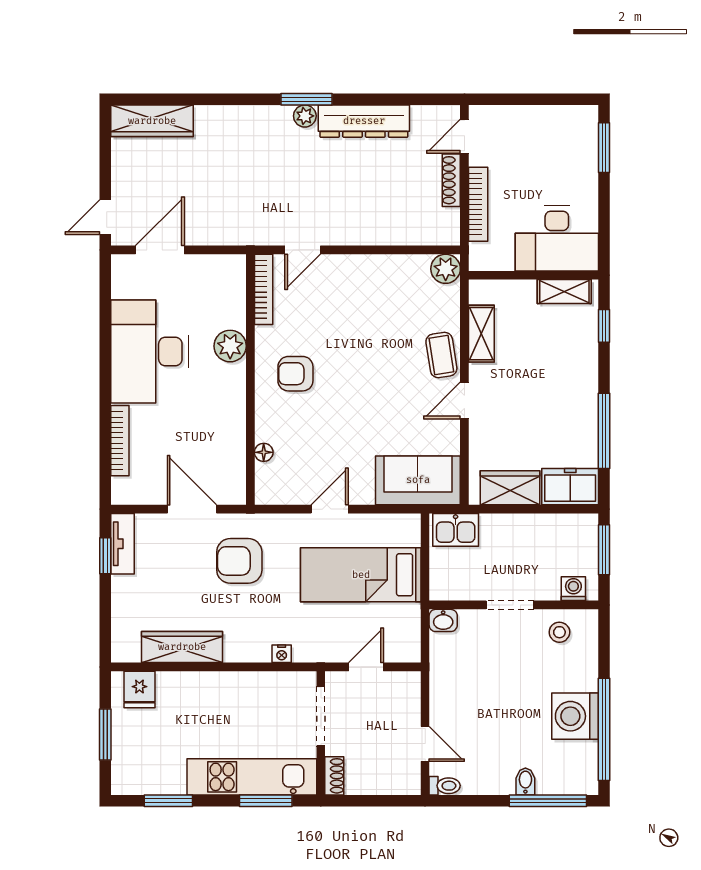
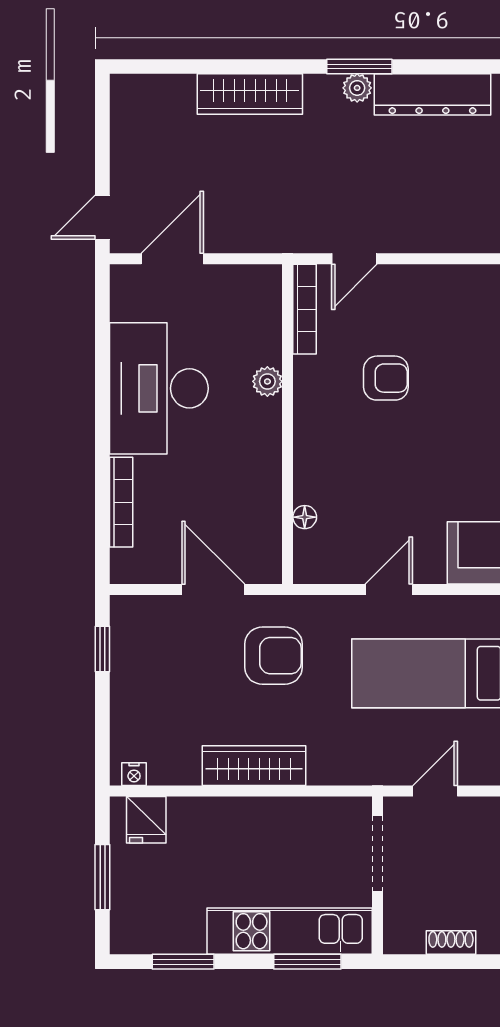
wardrobe: (152, 121) -> (250, 94), moved
plant: (230, 346) -> (267, 381), width x0.73, depth x0.73
armchair: (295, 374) -> (386, 378), moved, turned 180
tv unit: (122, 544) -> (124, 634), removed
armchair: (239, 561) -> (274, 656), turned 180
wardrobe: (182, 647) -> (254, 766), moved
nightstand: (282, 654) -> (134, 774), moved
shoe rack: (334, 776) -> (451, 943), moved, turned -90

